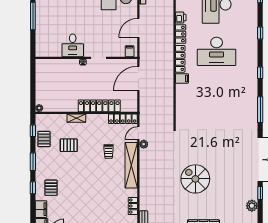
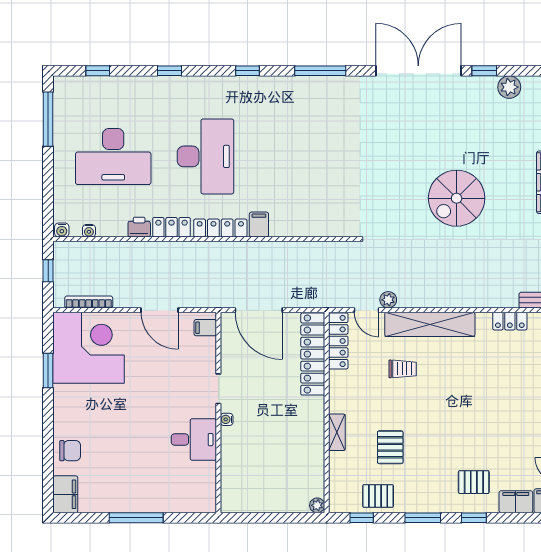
locker: (99, 106) -> (313, 354), moved

